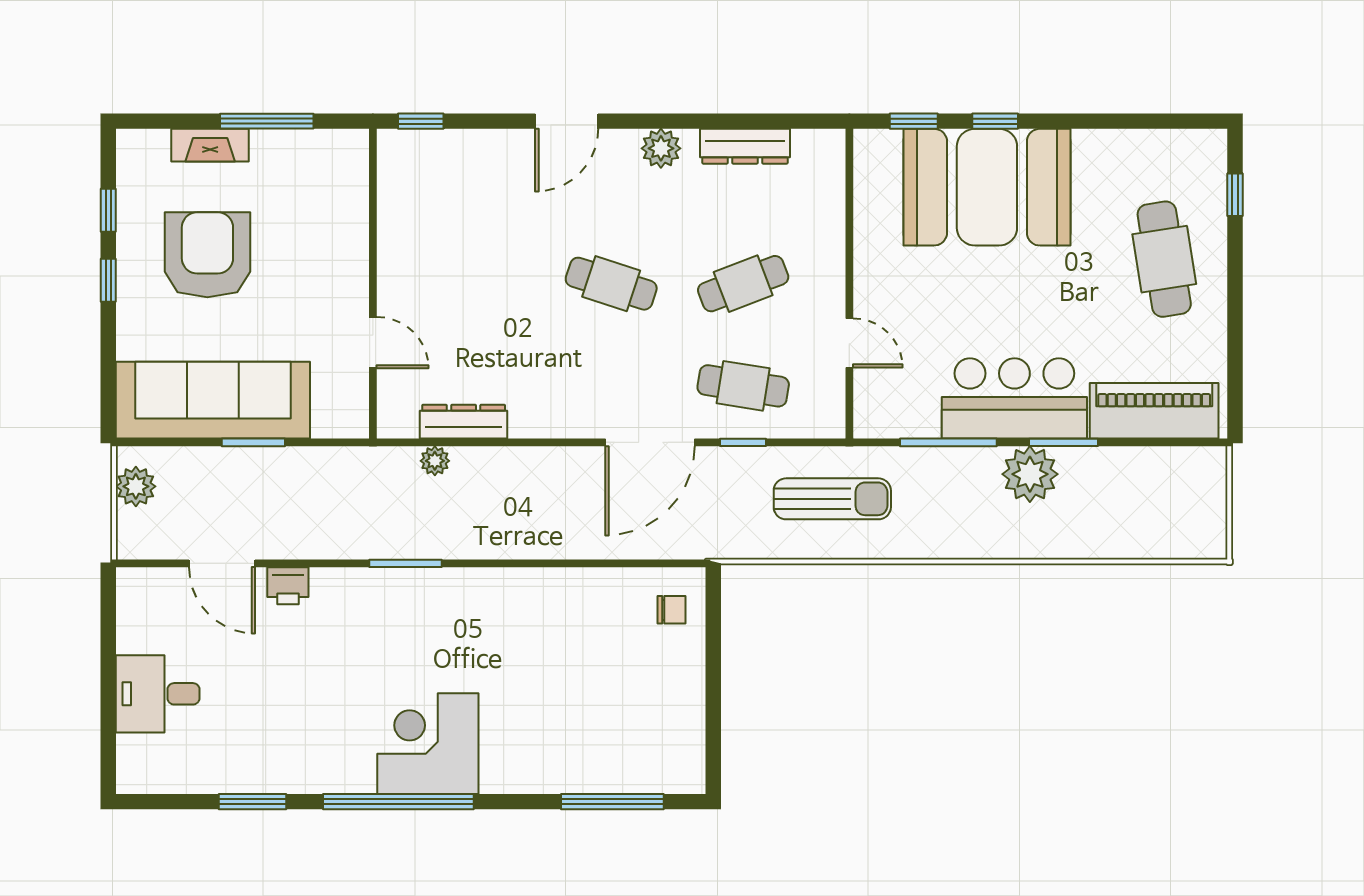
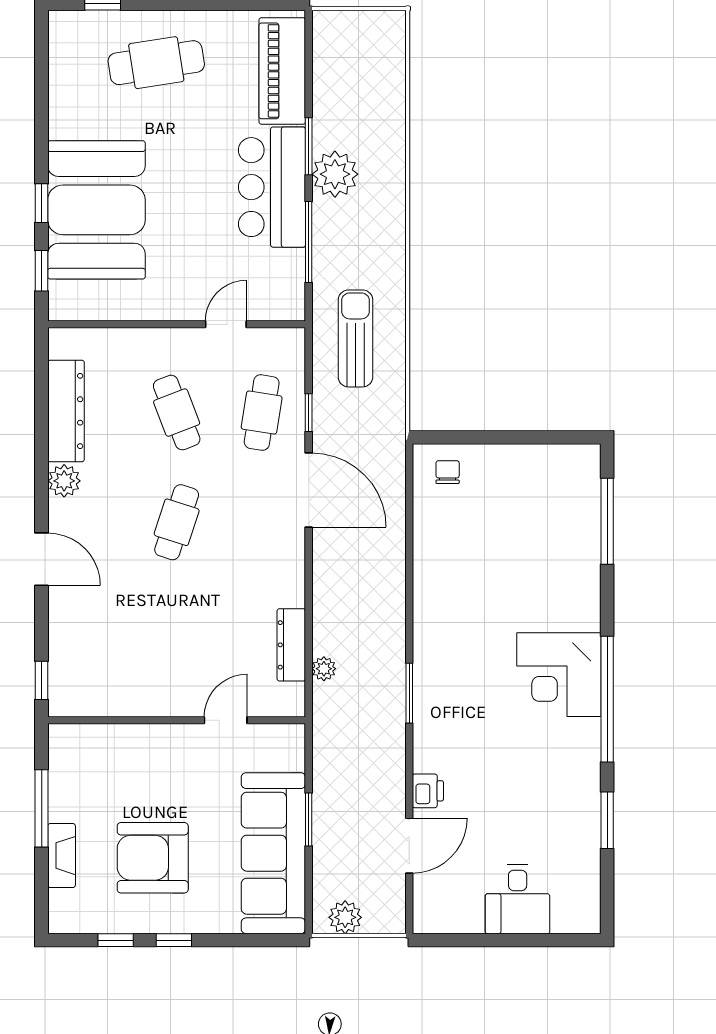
dresser: (745, 146) -> (66, 411), width x1.37, depth x1.24

